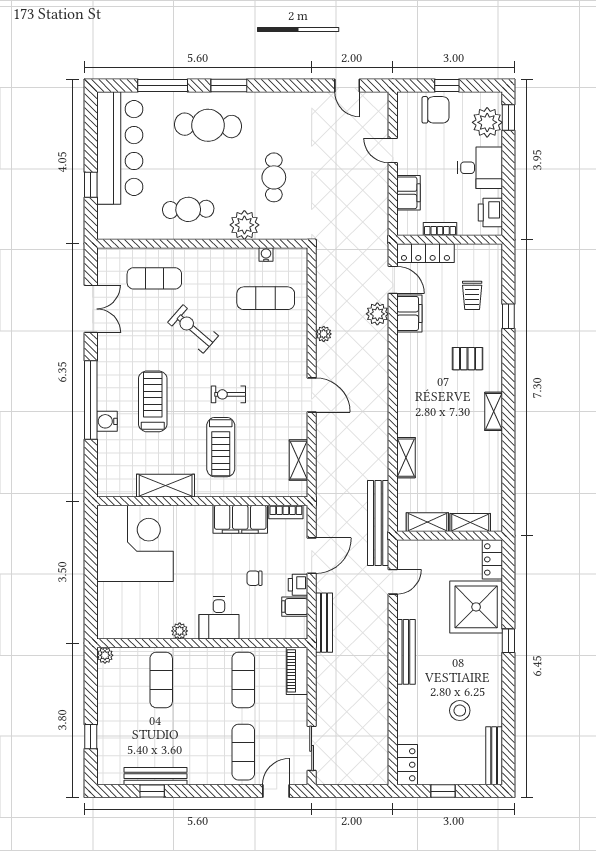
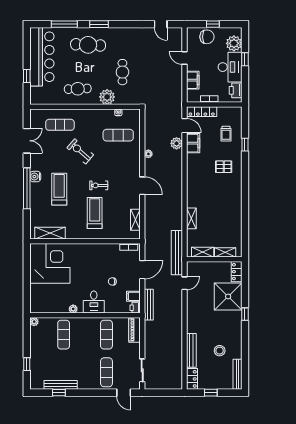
window: (508, 118) -> (245, 59), moved
desk: (480, 168) -> (230, 67), width x1.37
shelving: (494, 411) -> (237, 194), removed
water cooler: (107, 421) -> (35, 177), moved
treadmill: (221, 447) -> (95, 213), turned 180
shelving: (166, 486) -> (50, 233), moved
filing cabinet: (240, 519) -> (105, 251), removed
printer: (298, 585) -> (135, 308), moved
bench: (406, 652) -> (191, 350), moved
door: (276, 791) -> (124, 393), swing flipped

